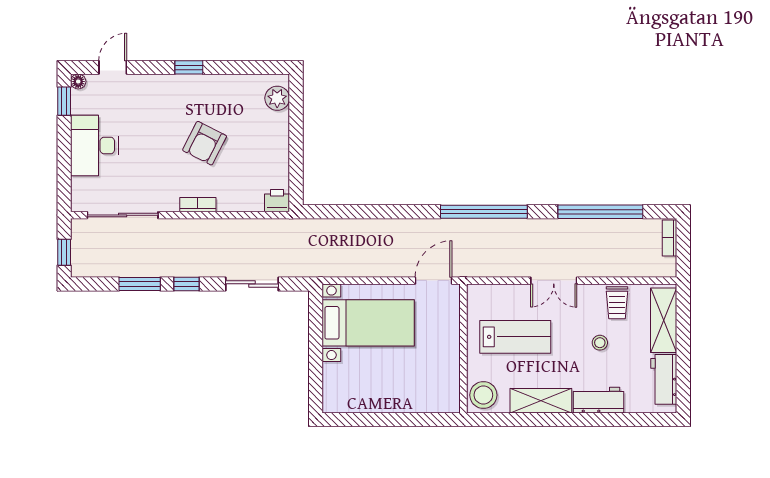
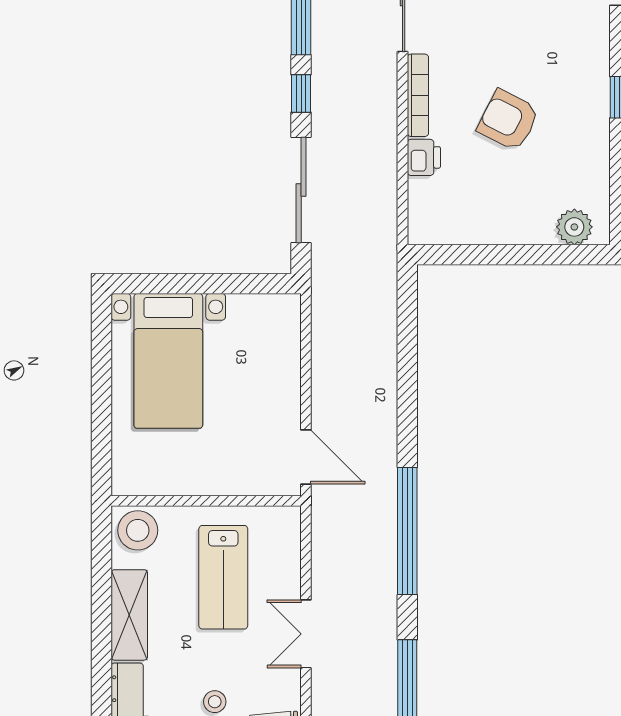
printer: (277, 201) -> (424, 157), moved
bookcase: (198, 205) -> (418, 95), width x1.56
sliding door: (252, 284) -> (301, 190), width x1.37
bed with nightstands: (368, 323) -> (168, 361), moved

